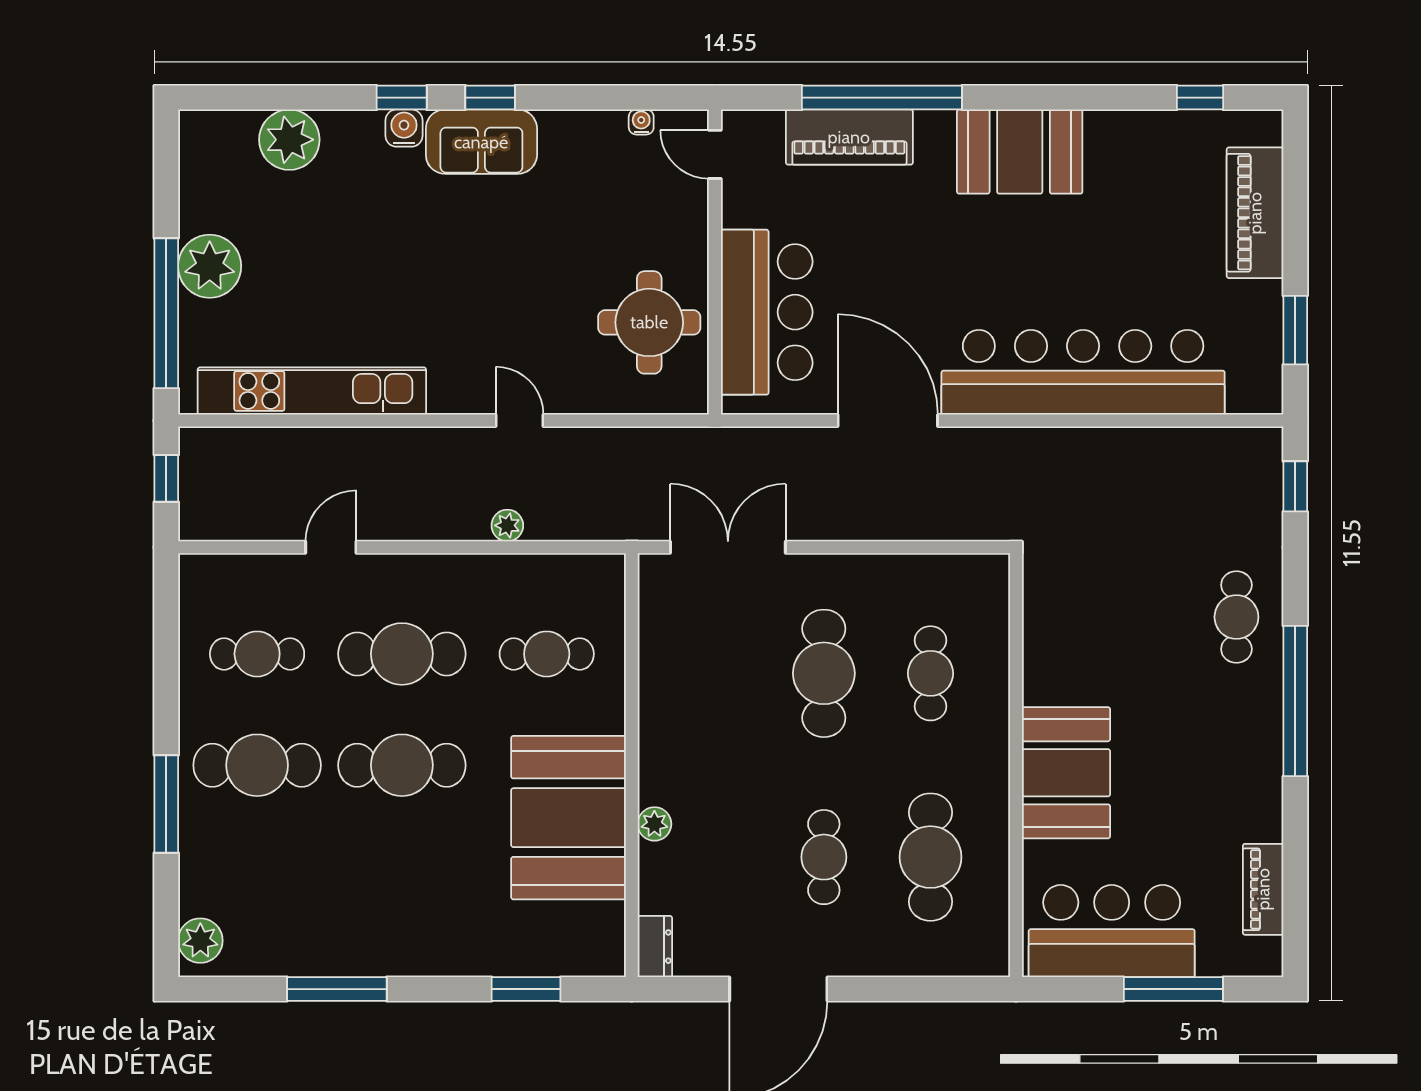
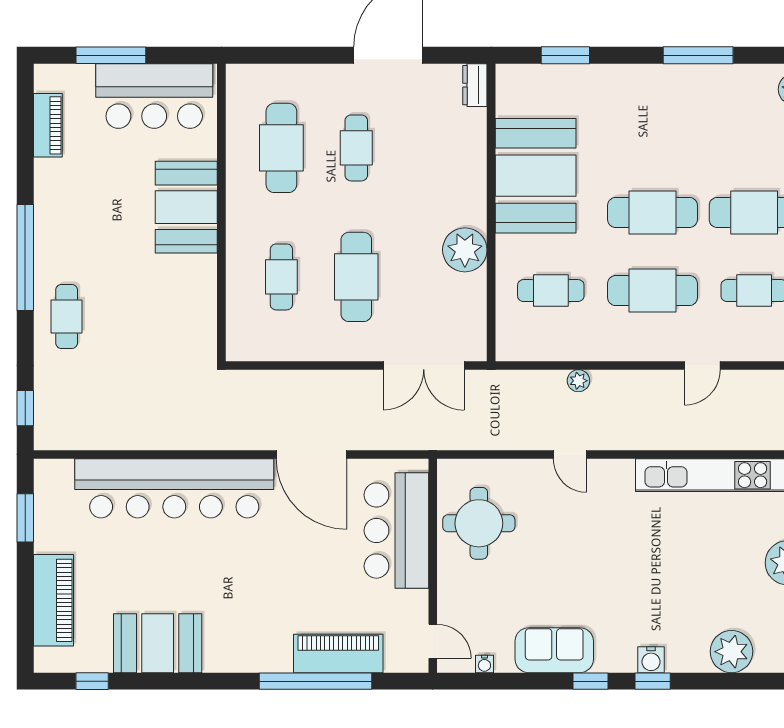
sofa: (481, 142) -> (554, 650), moved
booth: (1020, 152) -> (158, 643), moved
plant: (654, 824) -> (465, 250), moved, width x1.87, depth x1.87

